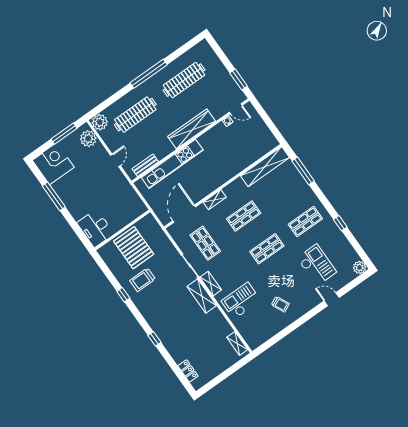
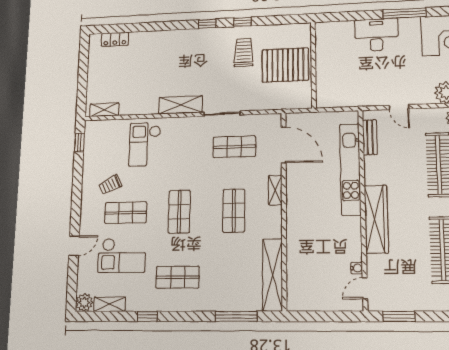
shop shelf: (305, 222) -> (178, 277), turned 90
desk: (95, 228) -> (376, 35), moved
shop shelf: (290, 282) -> (126, 213), added
shelving: (211, 284) -> (110, 304), moved
checkout: (241, 301) -> (145, 144), turned 180
window: (154, 339) -> (207, 24), moved
window: (268, 344) -> (79, 142), added

